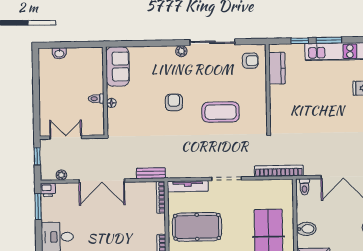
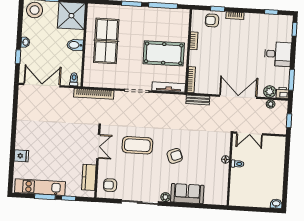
washbasin: (59, 53) -> (276, 204), moved
sofa: (118, 67) -> (187, 194), moved, turned 90
armchair: (174, 102) -> (175, 156), turned -111
double door: (268, 107) -> (98, 146), added
double door: (66, 137) -> (250, 133), moved
plant: (64, 190) -> (270, 92), added

